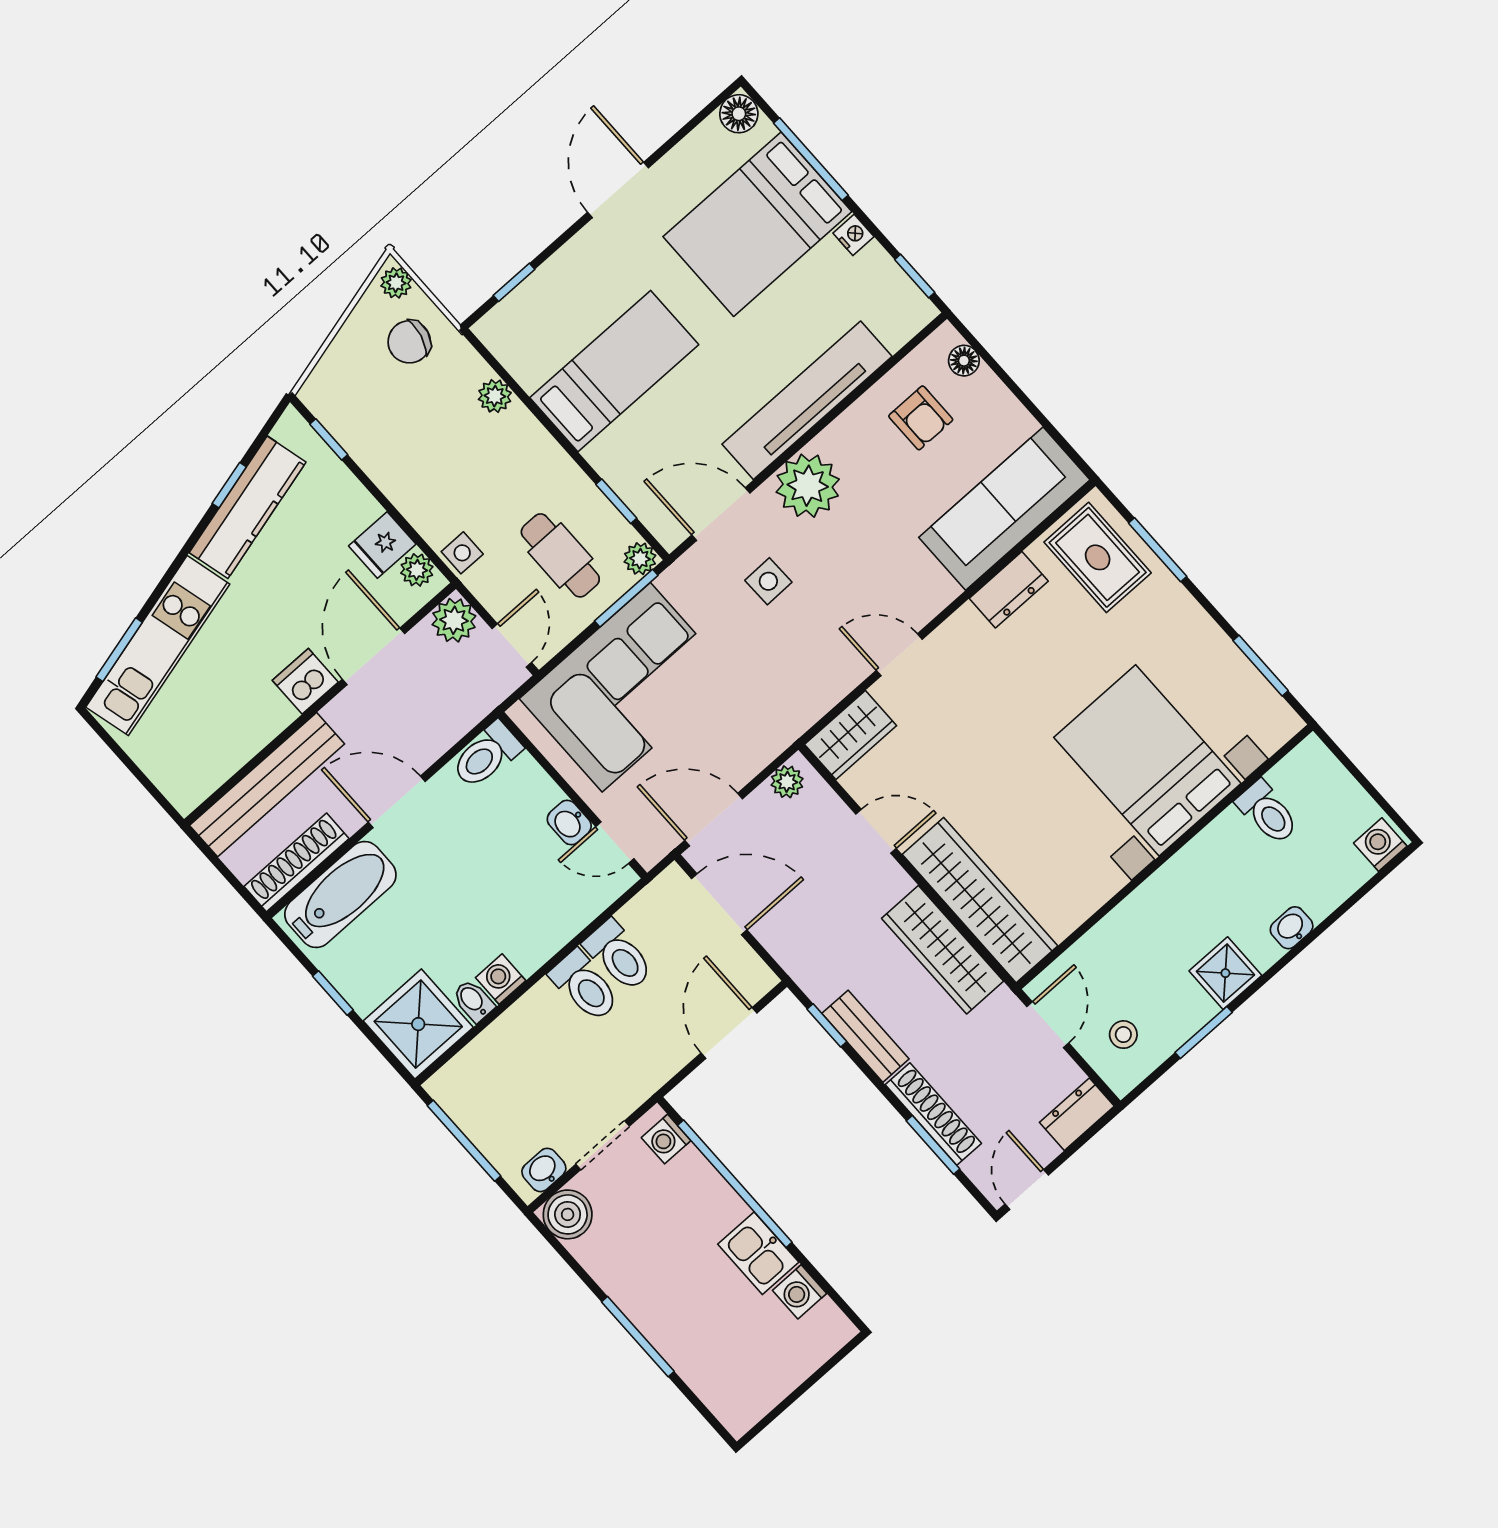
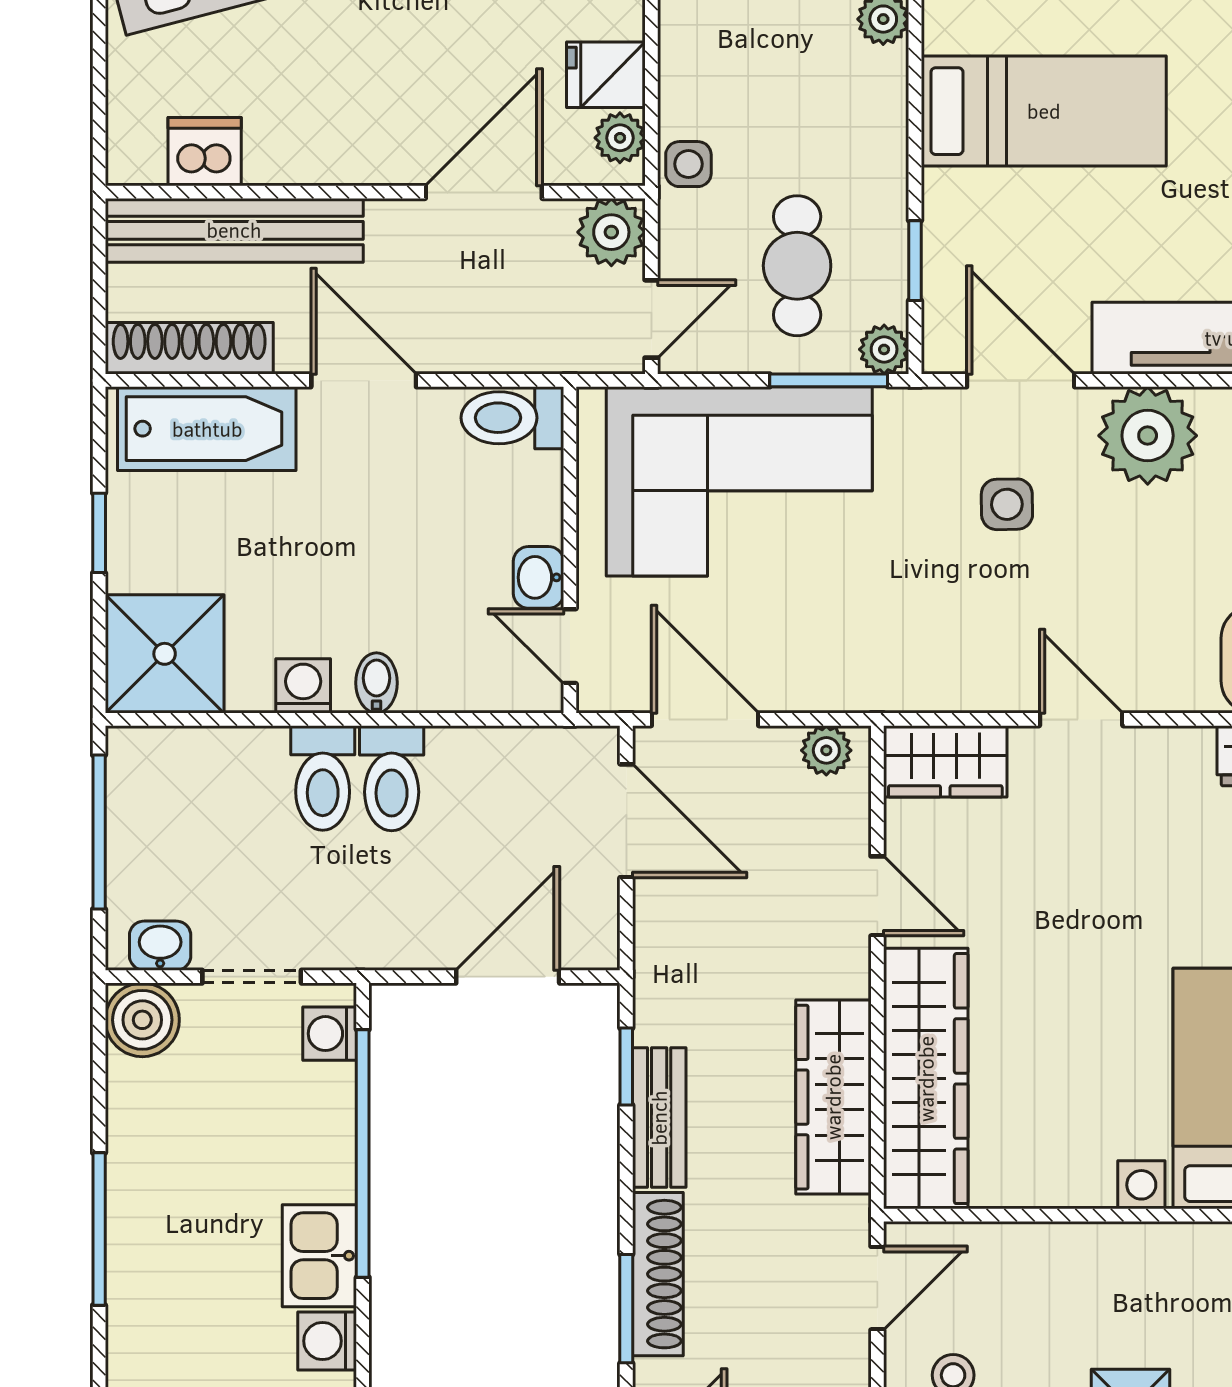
dishwasher: (305, 681) -> (205, 152), moved
toilet: (619, 956) -> (323, 778), moved
bidet: (473, 1001) -> (376, 683), moved

